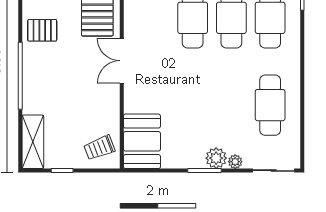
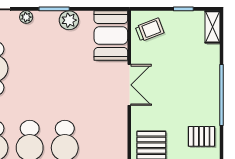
double door: (122, 61) -> (129, 85), moved
shelving: (33, 142) -> (212, 27), width x0.67, depth x0.75
plant: (216, 158) -> (69, 20), moved

